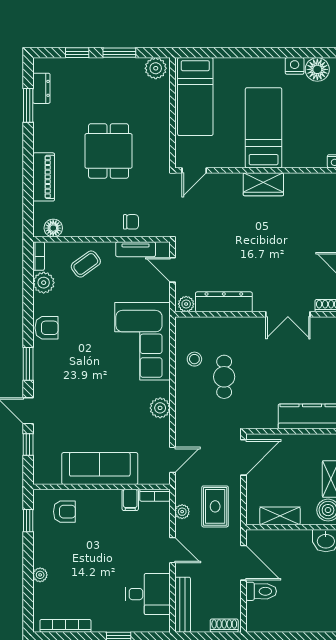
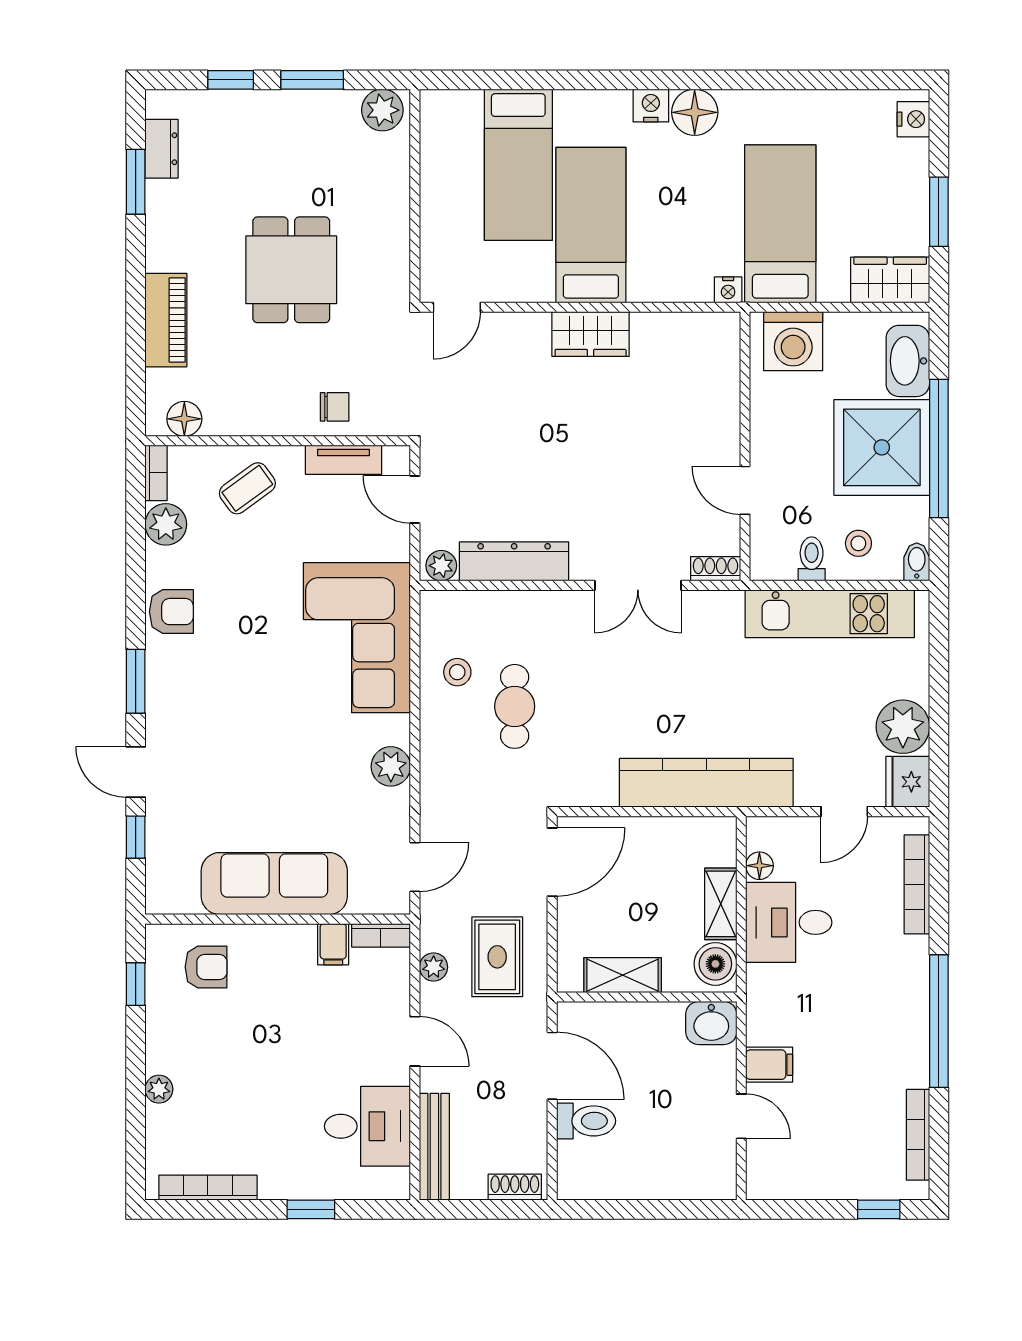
bed: (195, 97) -> (518, 165), moved

